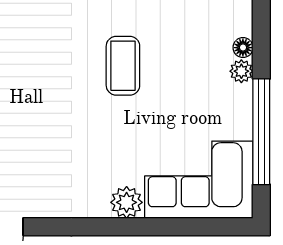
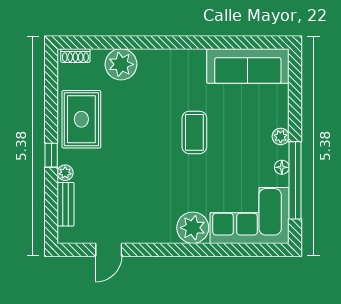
floor lamp: (243, 48) -> (282, 167), moved
plant: (127, 202) -> (193, 228), width x1.36, depth x1.36

